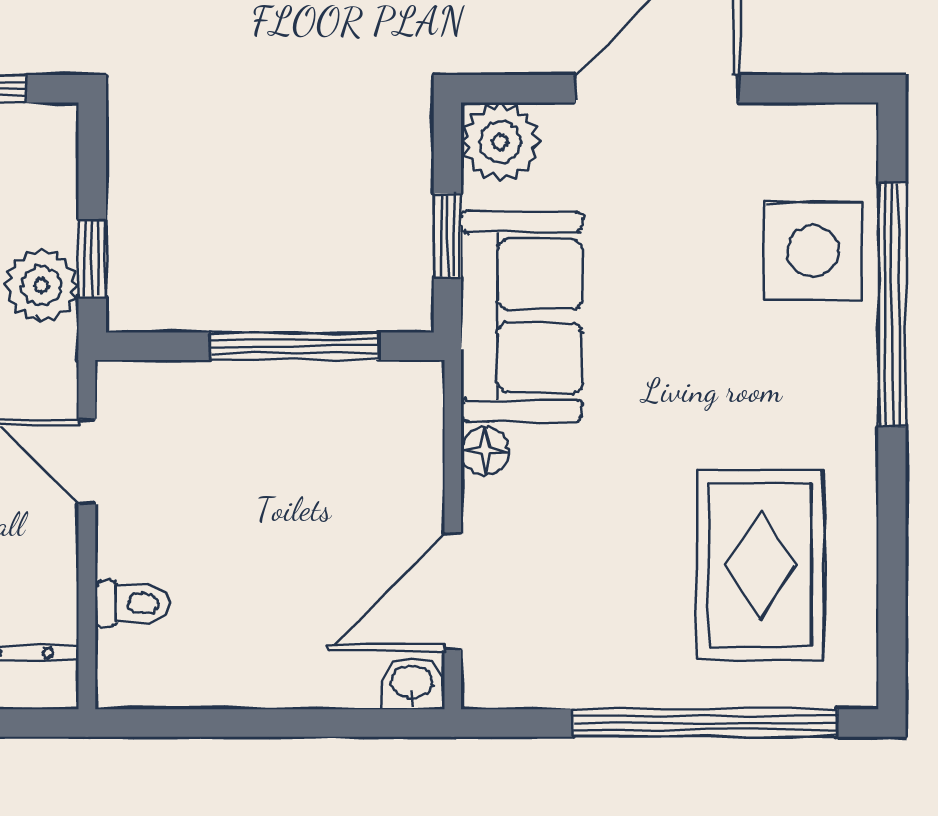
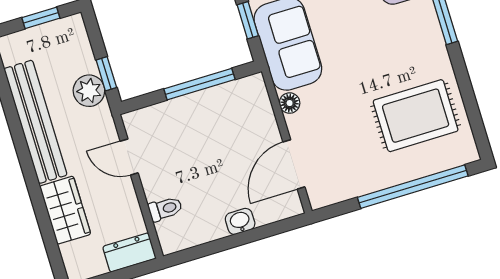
rug: (760, 565) -> (416, 116), turned 90
washbasin: (412, 683) -> (240, 221), moved

